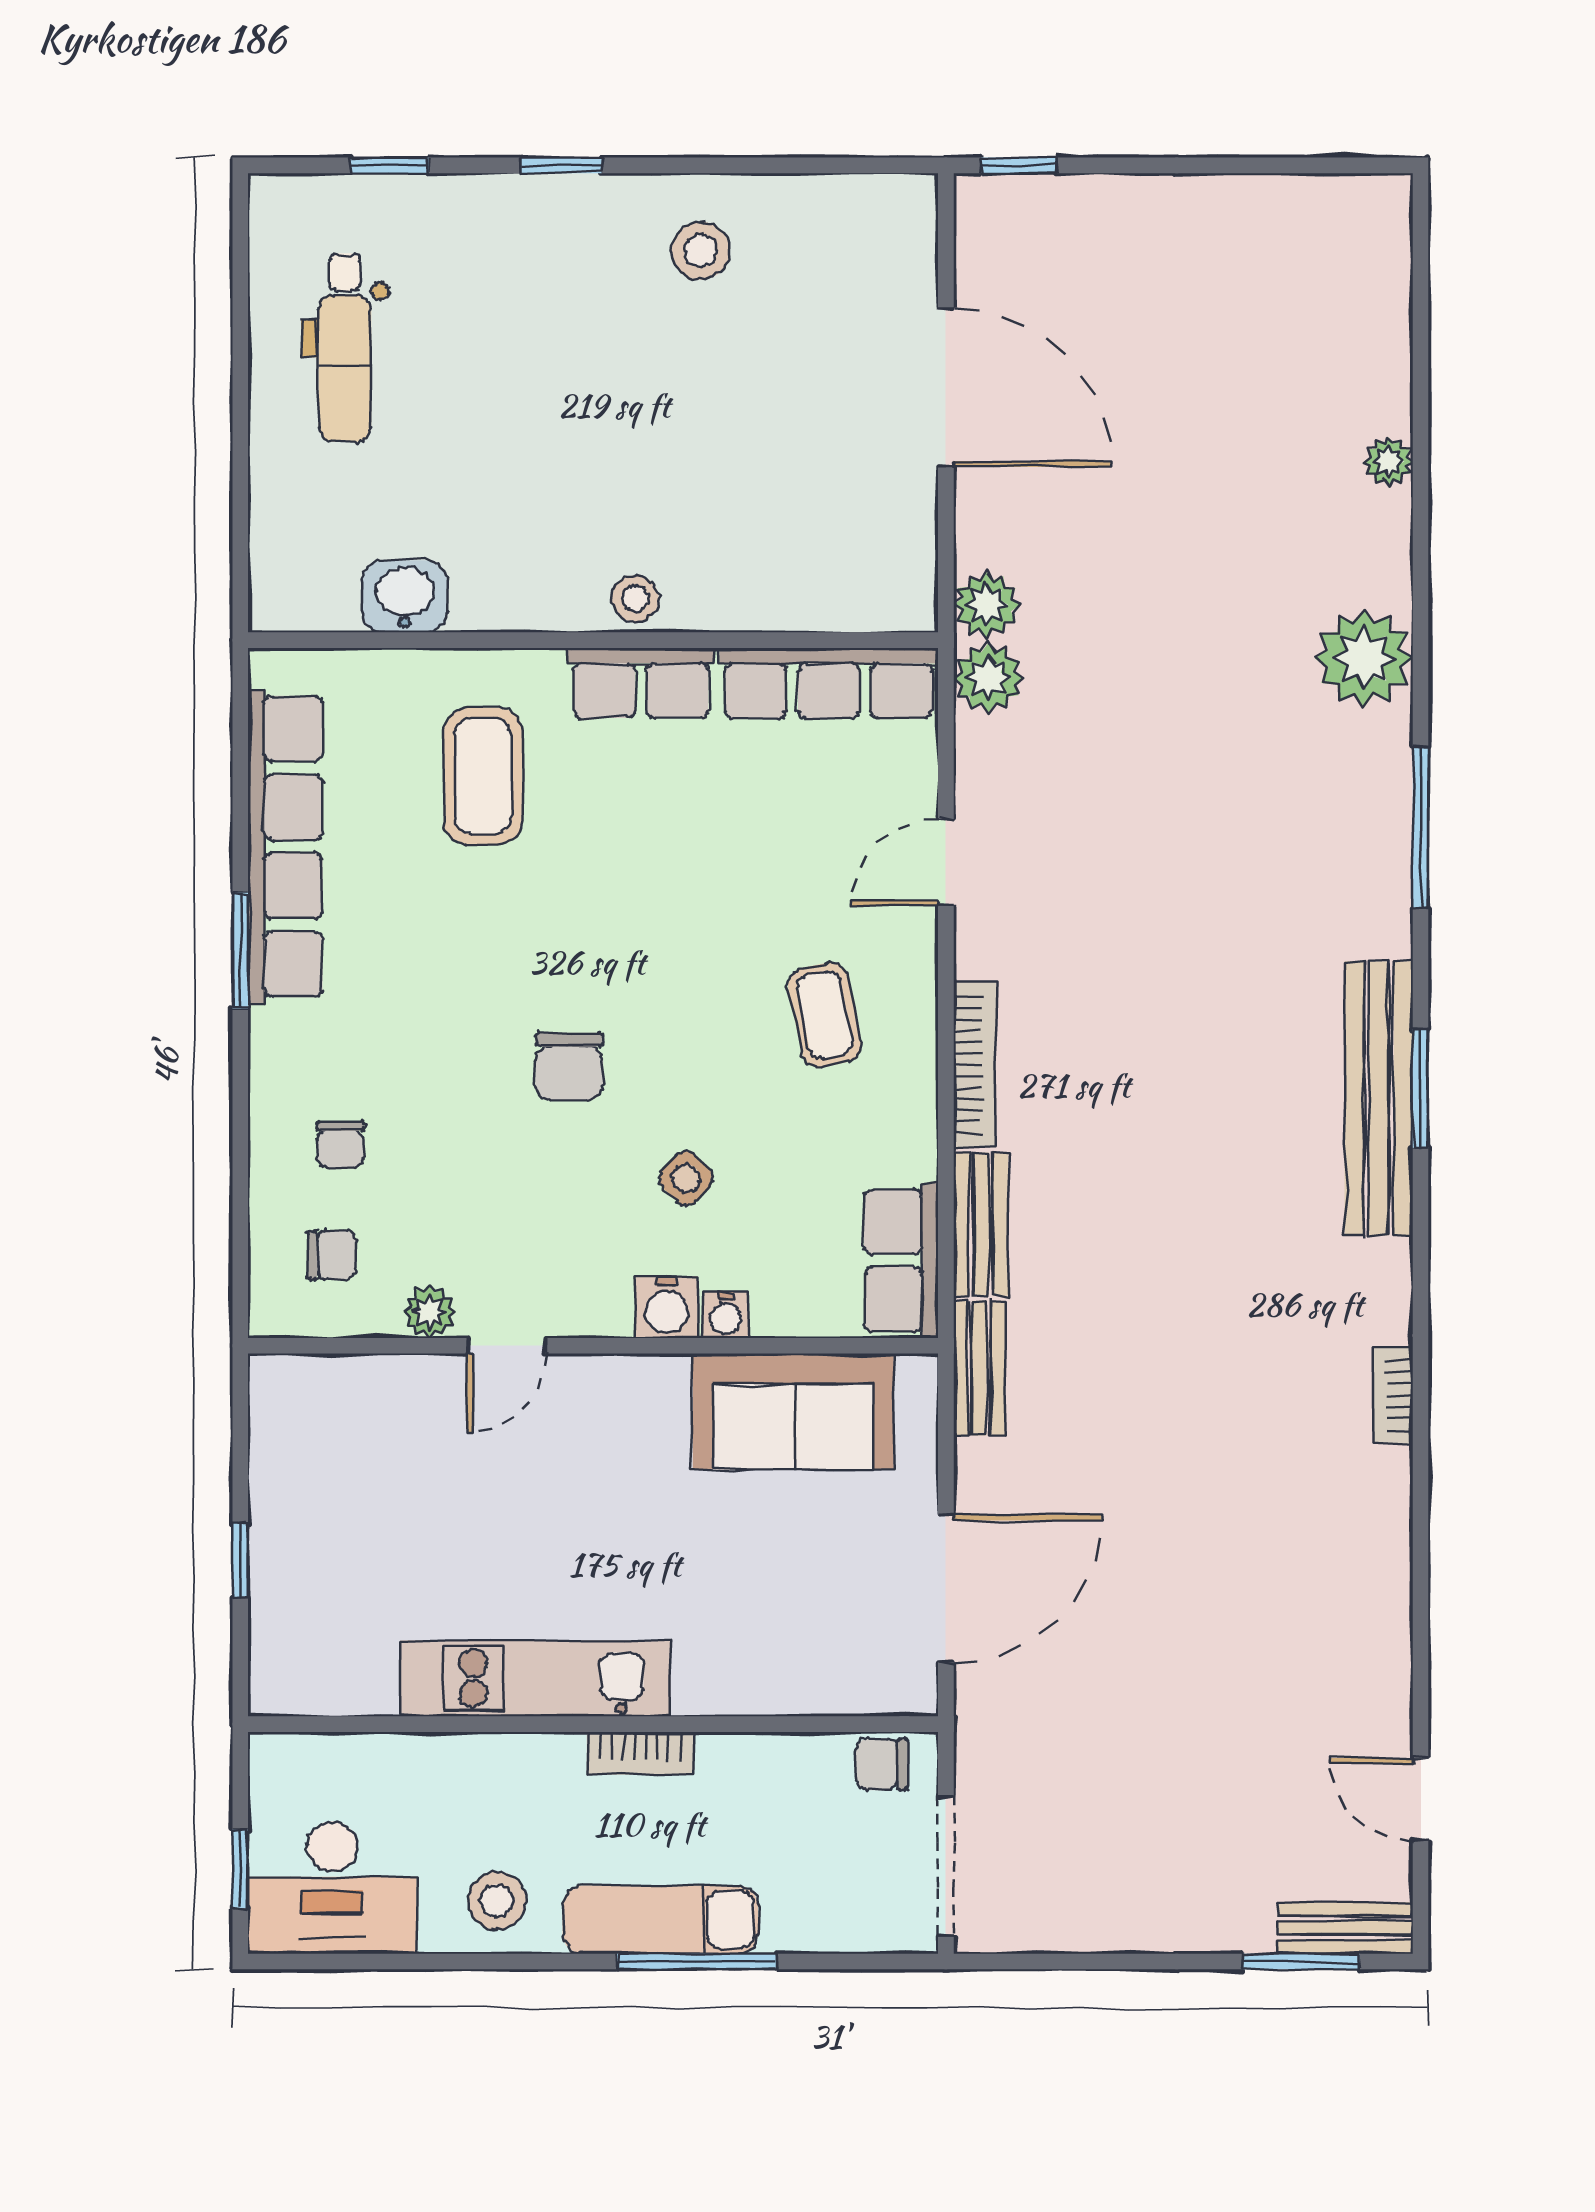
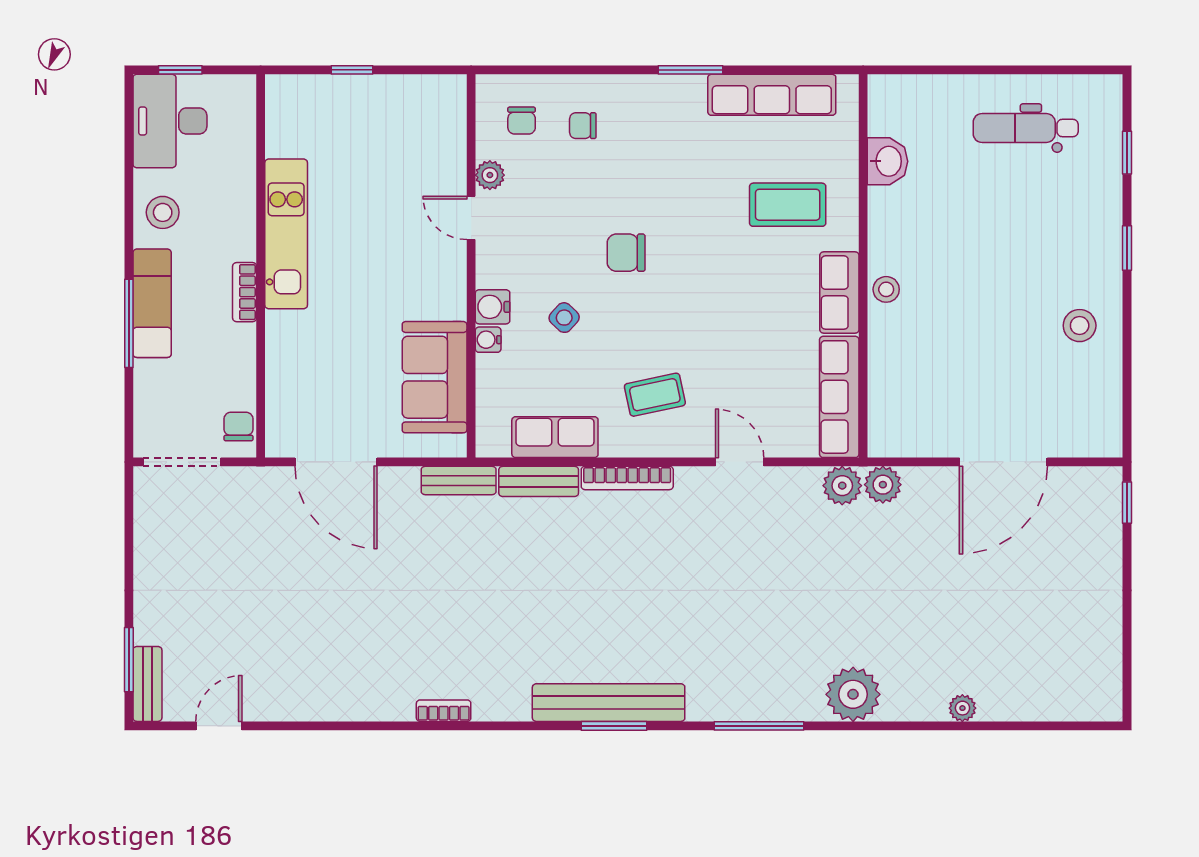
row of seats: (285, 846) -> (772, 95), width x0.73
row of seats: (901, 1261) -> (555, 437), moved

